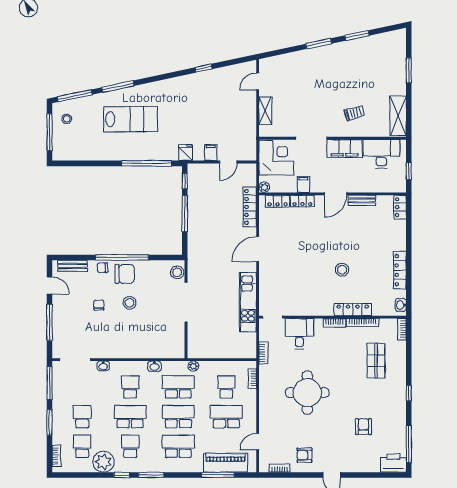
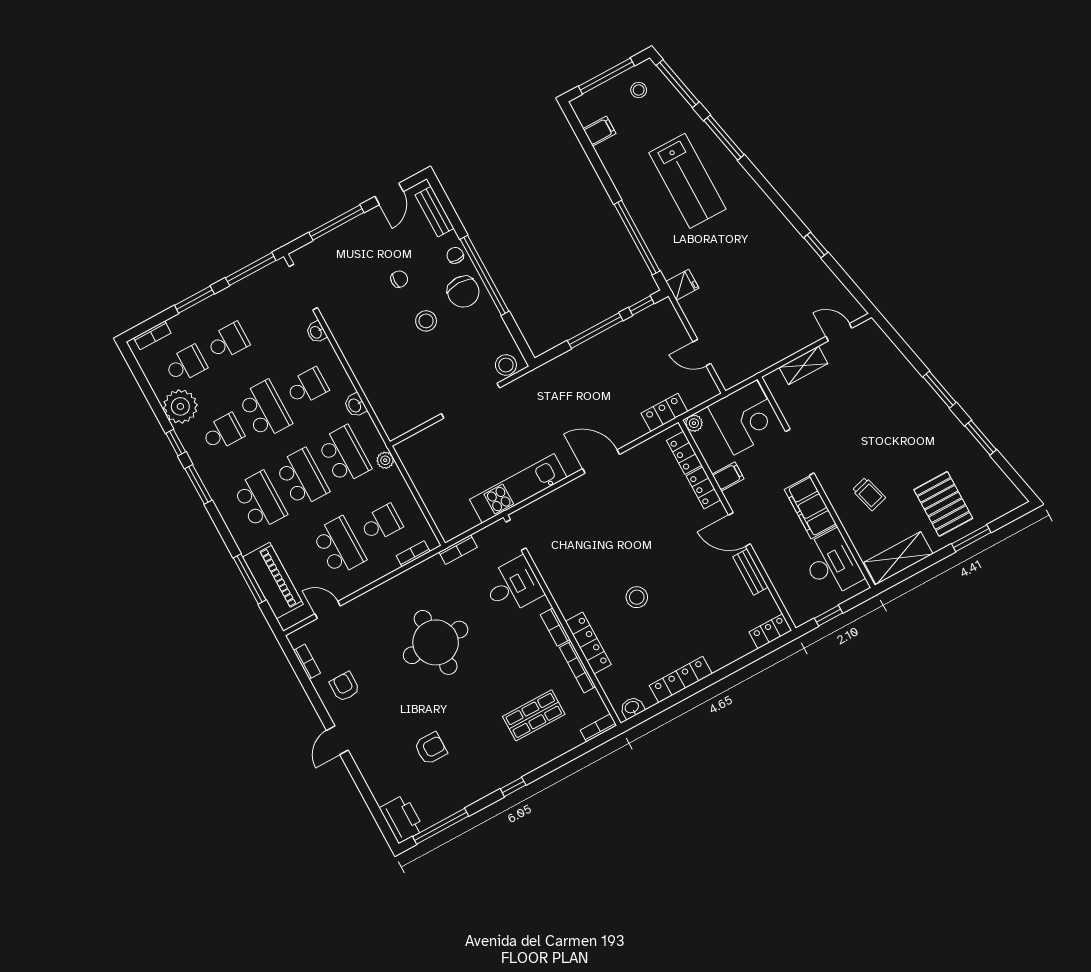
pallet: (382, 75) -> (943, 504), added
filing cabinet: (211, 152) -> (599, 131), moved
locker: (250, 207) -> (664, 412), width x0.66

